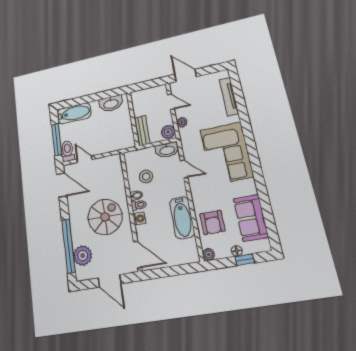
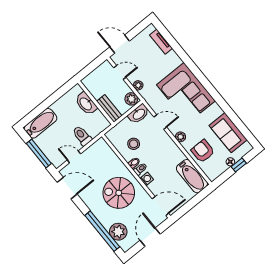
tv unit: (229, 96) -> (161, 42), width x0.71
washbasin: (111, 104) -> (86, 104), moved, turned 90
toilet: (68, 151) -> (82, 136), moved
spiral stairs: (105, 217) -> (119, 193), turned -90
bathtub: (182, 218) -> (192, 176), moved
armchair: (212, 222) -> (203, 151), turned 180
plant: (209, 254) -> (181, 137), moved
door: (110, 281) -> (150, 237), swing flipped

